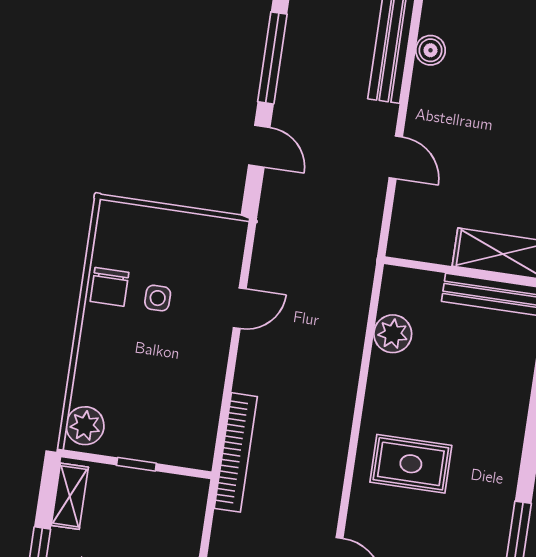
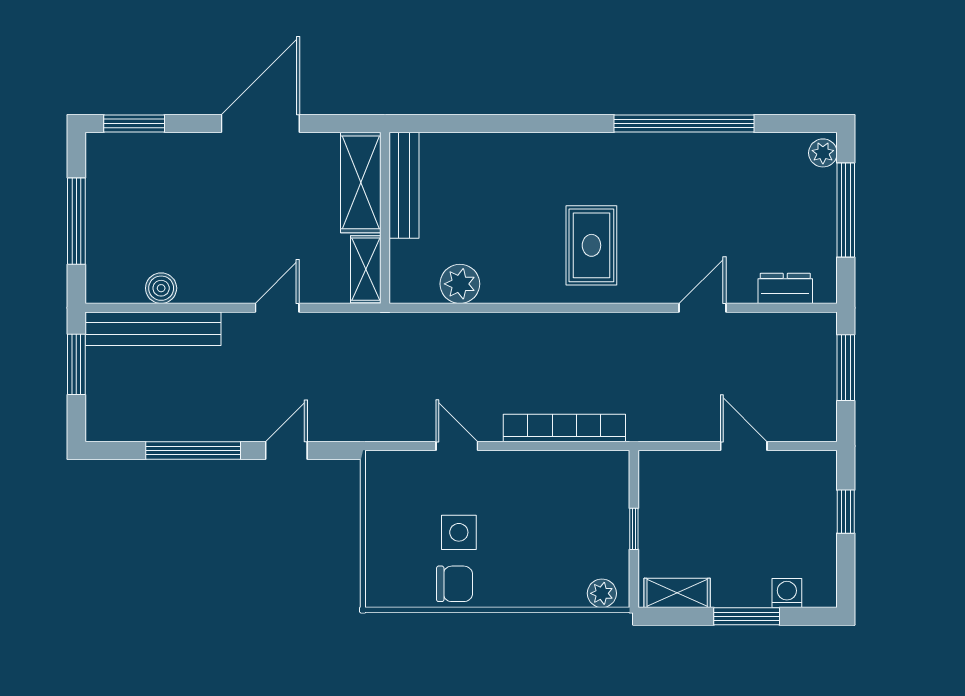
shelving: (420, 247) -> (366, 269), added
side table: (158, 298) -> (459, 532), width x1.37, depth x1.37
plant: (85, 426) -> (602, 593), width x0.73, depth x0.73
bookcase: (236, 452) -> (564, 428), moved

